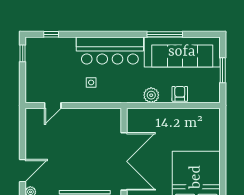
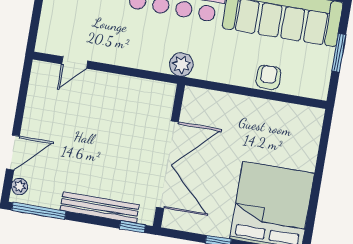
side table: (91, 82) -> (138, 38), removed
plant: (151, 95) -> (181, 65), moved

